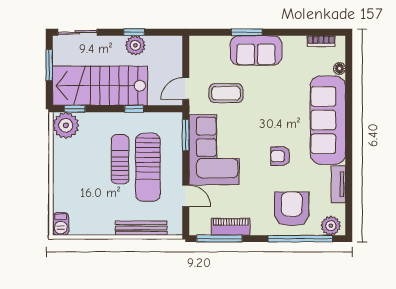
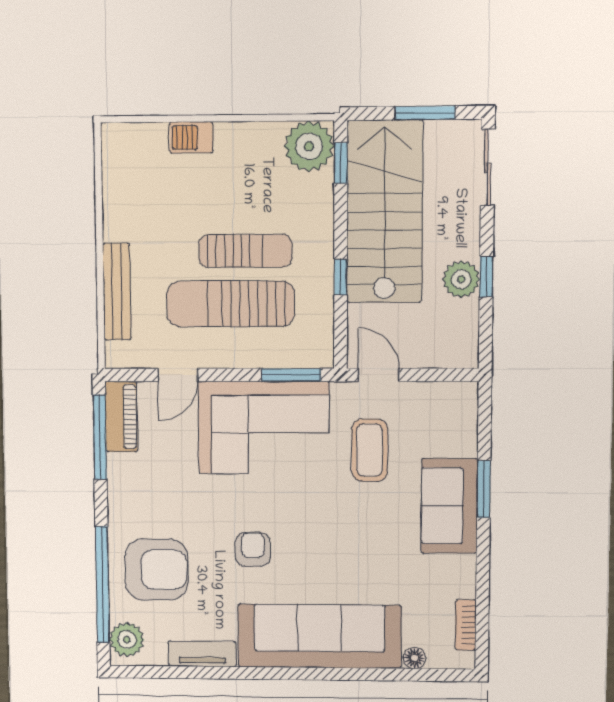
barbecue: (61, 224) -> (191, 137), moved
piano: (231, 227) -> (121, 417), moved

